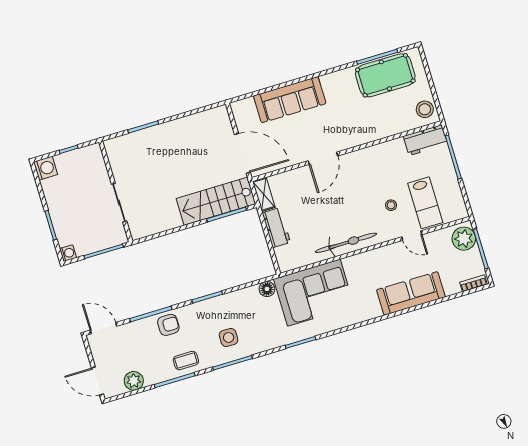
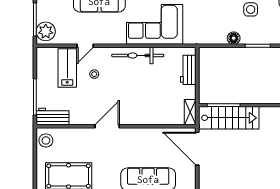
door: (323, 158) -> (107, 126), moved
workbench: (276, 228) -> (188, 70), moved
door: (412, 236) -> (85, 46), swing flipped
floor lamp: (267, 289) -> (234, 38), moved
corner sofa: (314, 293) -> (155, 24), moved

